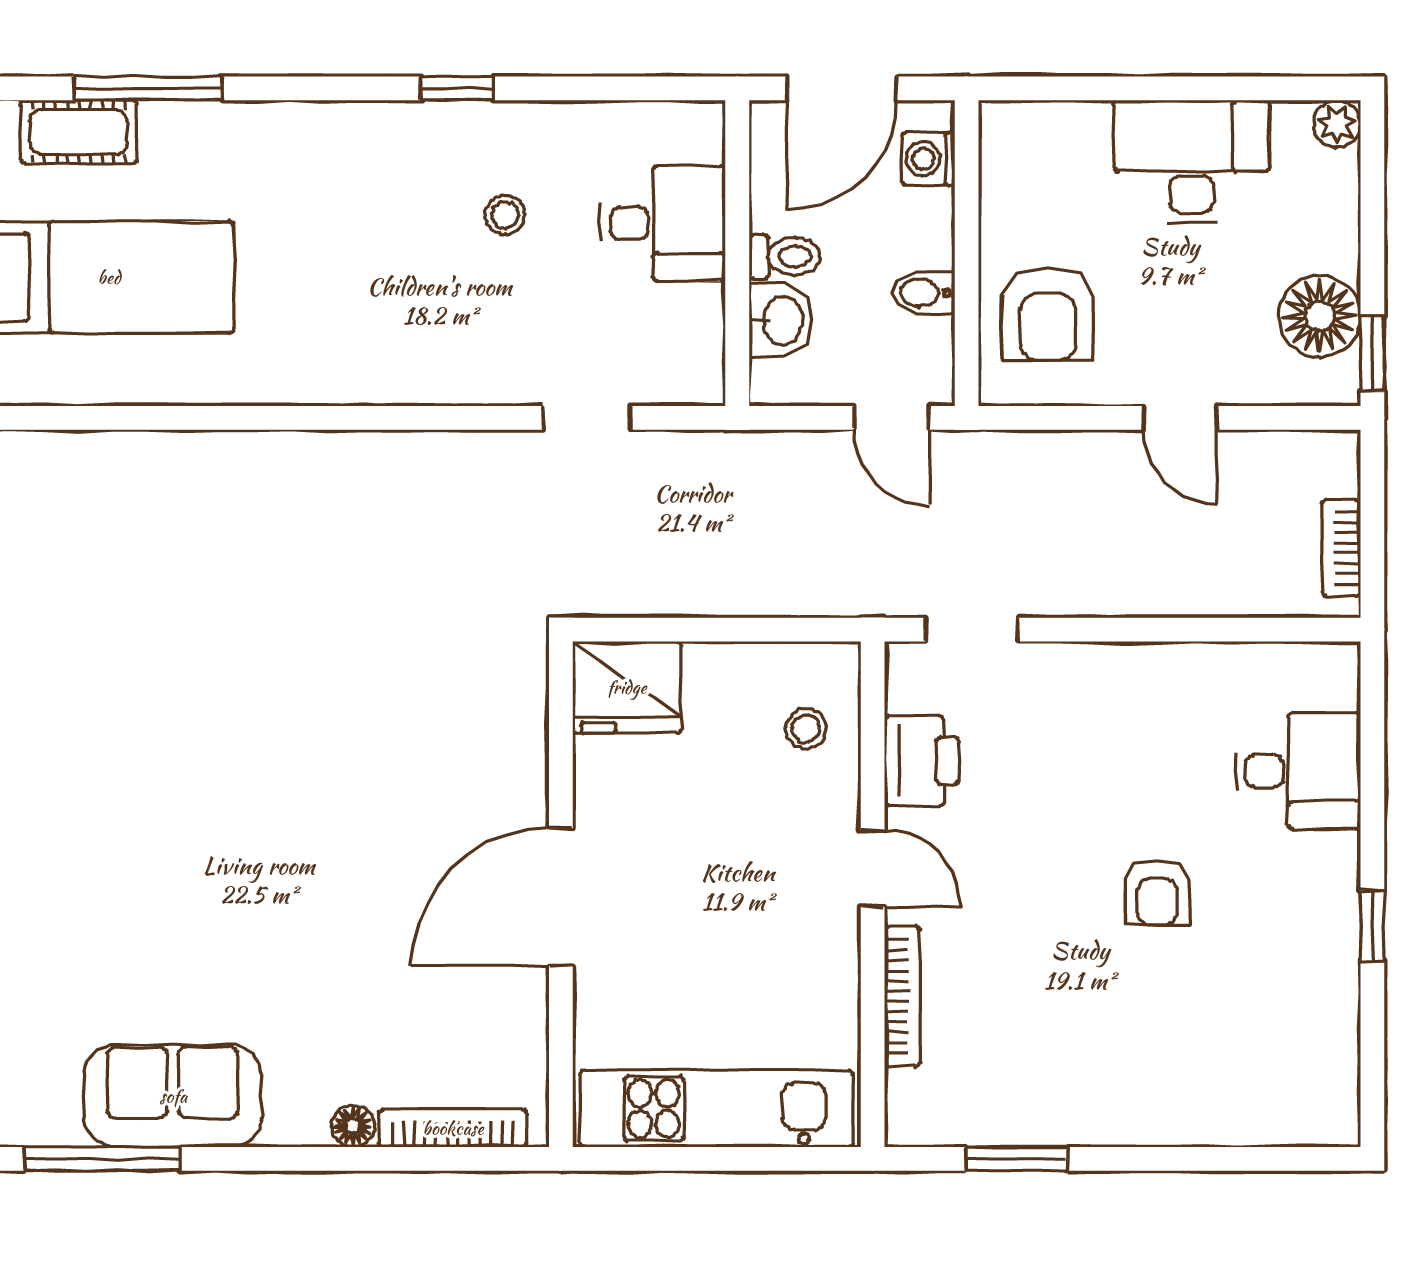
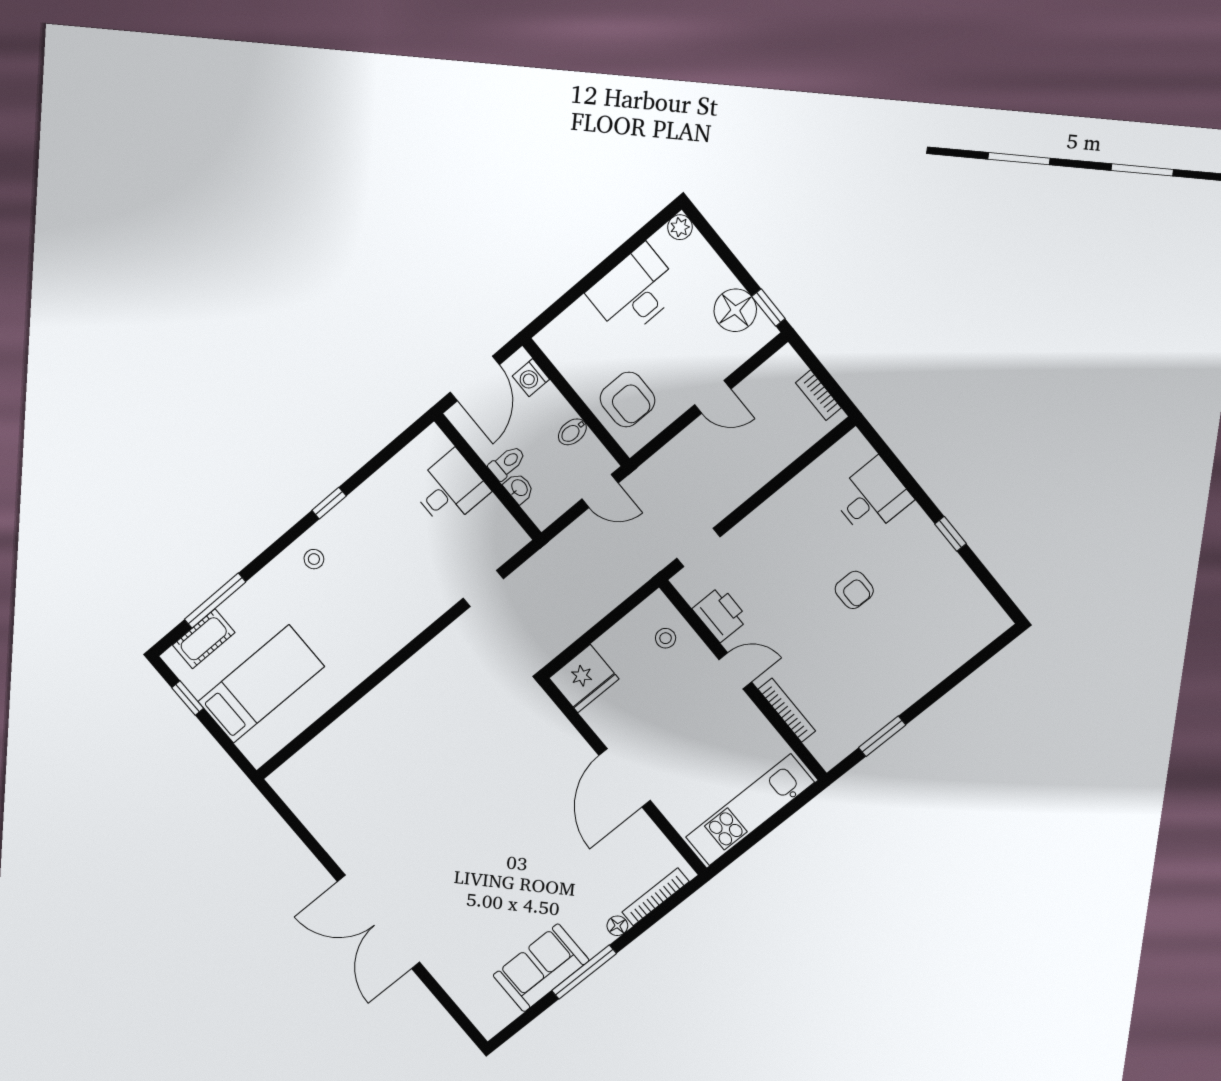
stool: (505, 215) -> (314, 559), moved
washbasin: (781, 320) -> (519, 488), width x0.72, depth x0.69
window: (102, 1159) -> (584, 972), moved

